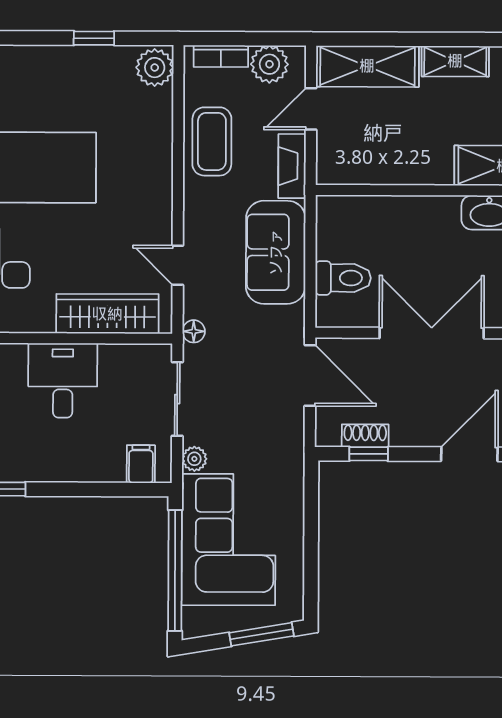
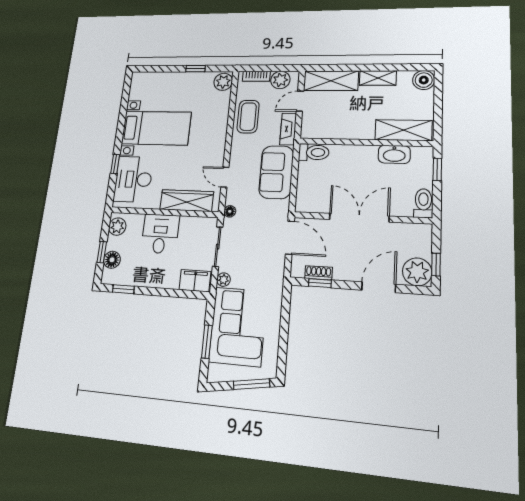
toilet: (343, 278) -> (314, 152), moved
filing cabinet: (141, 464) -> (195, 281), width x2.00
window: (175, 570) -> (207, 342), width x0.47

